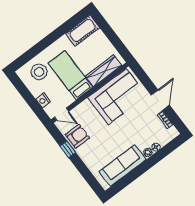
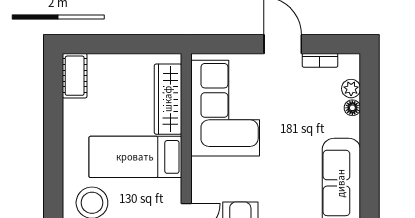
cot: (83, 31) -> (75, 76), width x0.73, depth x0.75
plant: (148, 152) -> (351, 89), moved

